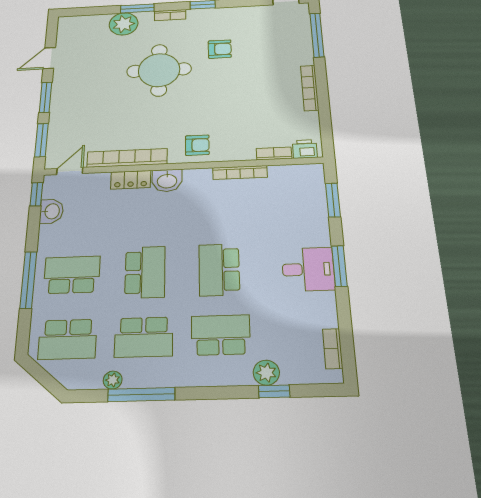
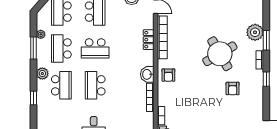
round table: (159, 70) -> (220, 54), turned -30
washbasin: (167, 181) -> (147, 74), moved
school desk: (219, 270) -> (95, 85), turned -90
plant: (266, 373) -> (42, 74), moved
window: (274, 391) -> (33, 98), moved
window: (141, 395) -> (33, 48), width x0.69

